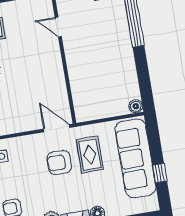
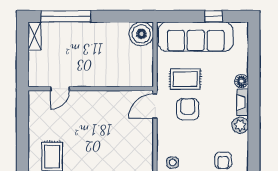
boiler: (136, 106) -> (141, 34), width x1.86, depth x1.86
armchair: (59, 162) -> (188, 109), turned 180

